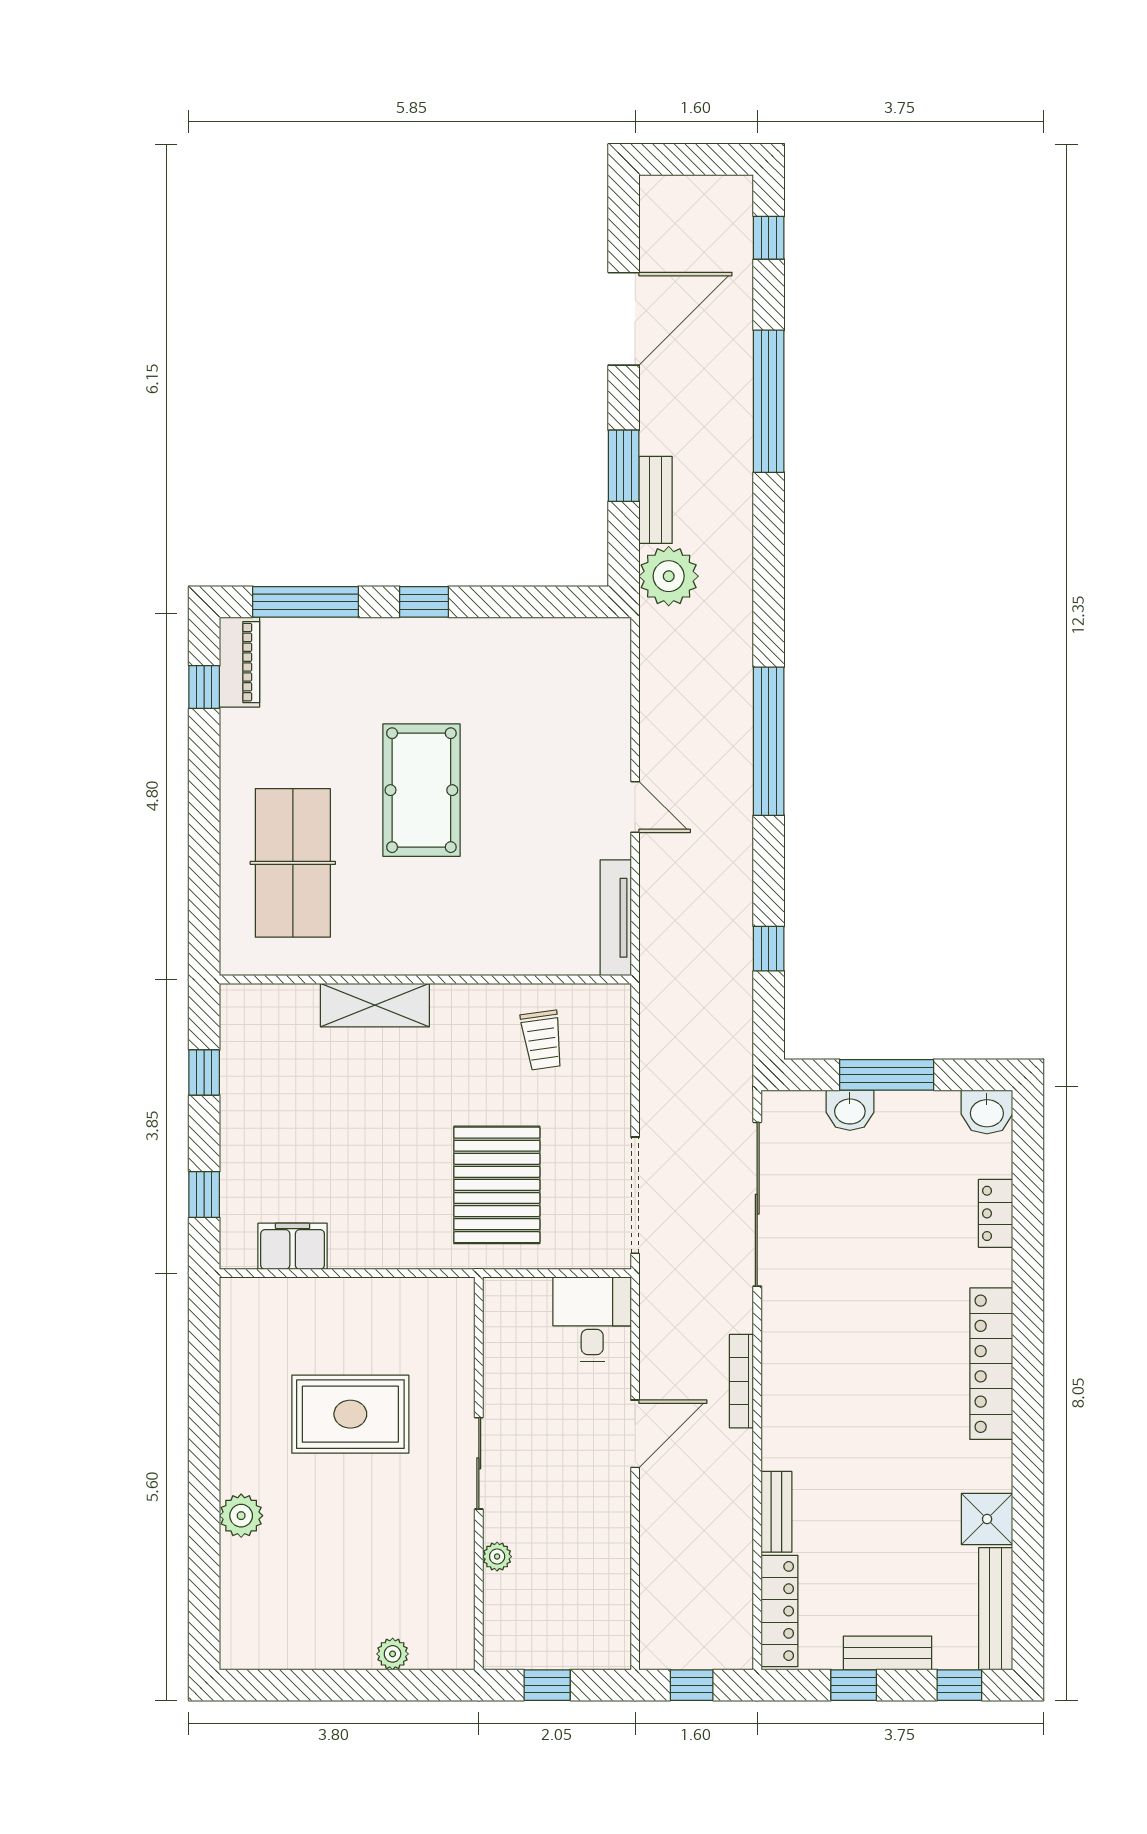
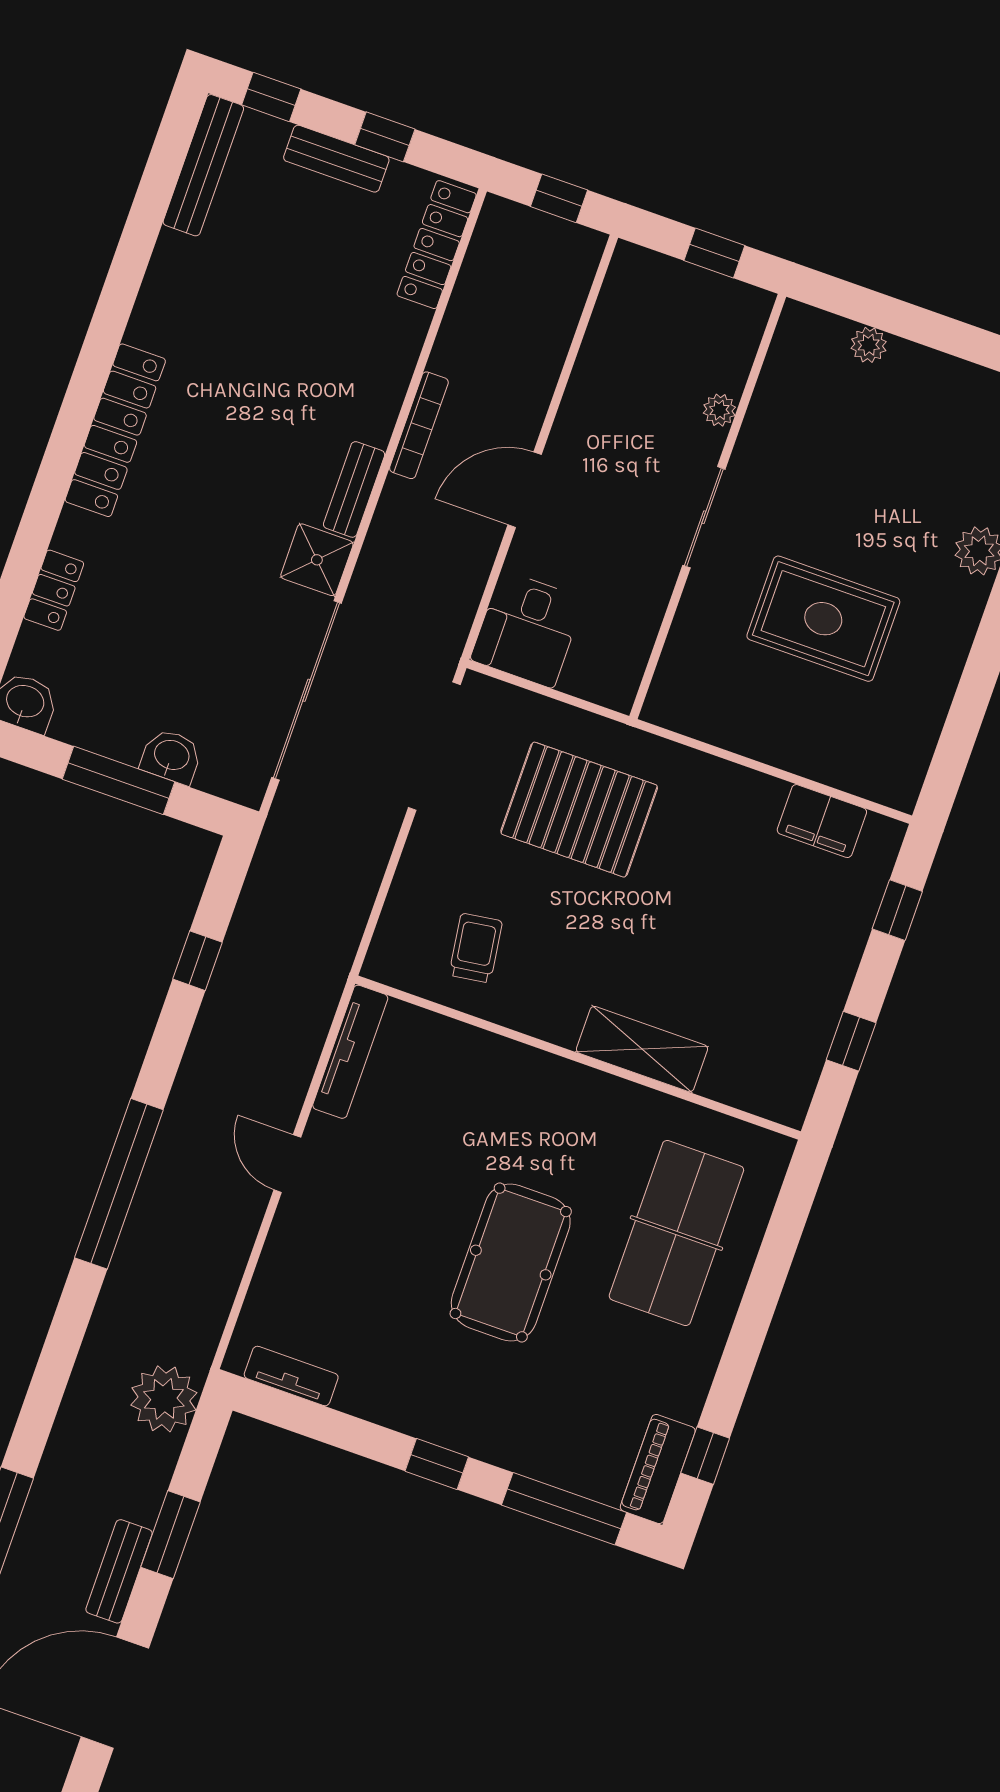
bench: (656, 500) -> (119, 1571), moved
tv unit: (570, 632) -> (291, 1376), added
pallet: (497, 1185) -> (579, 810), turned 90
bookcase: (741, 1381) -> (419, 425), moved
bench: (776, 1512) -> (354, 489), moved
shower: (987, 1519) -> (317, 560), moved

